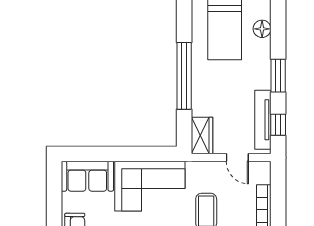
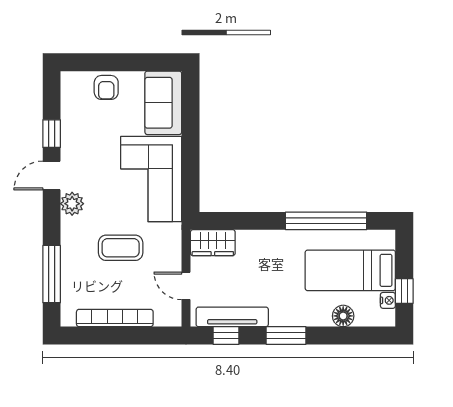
window: (184, 76) -> (326, 221), moved
door: (237, 158) -> (186, 286), hinge flipped

